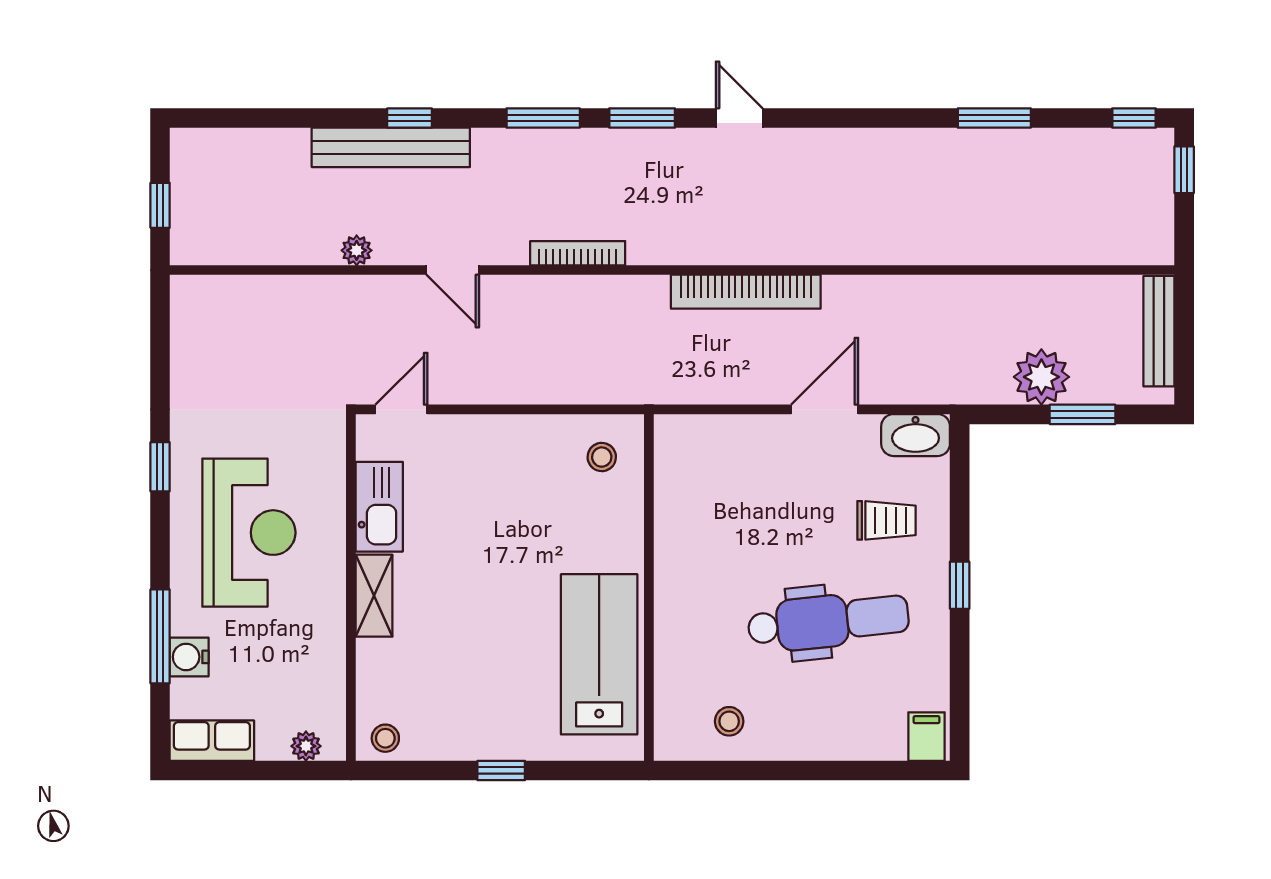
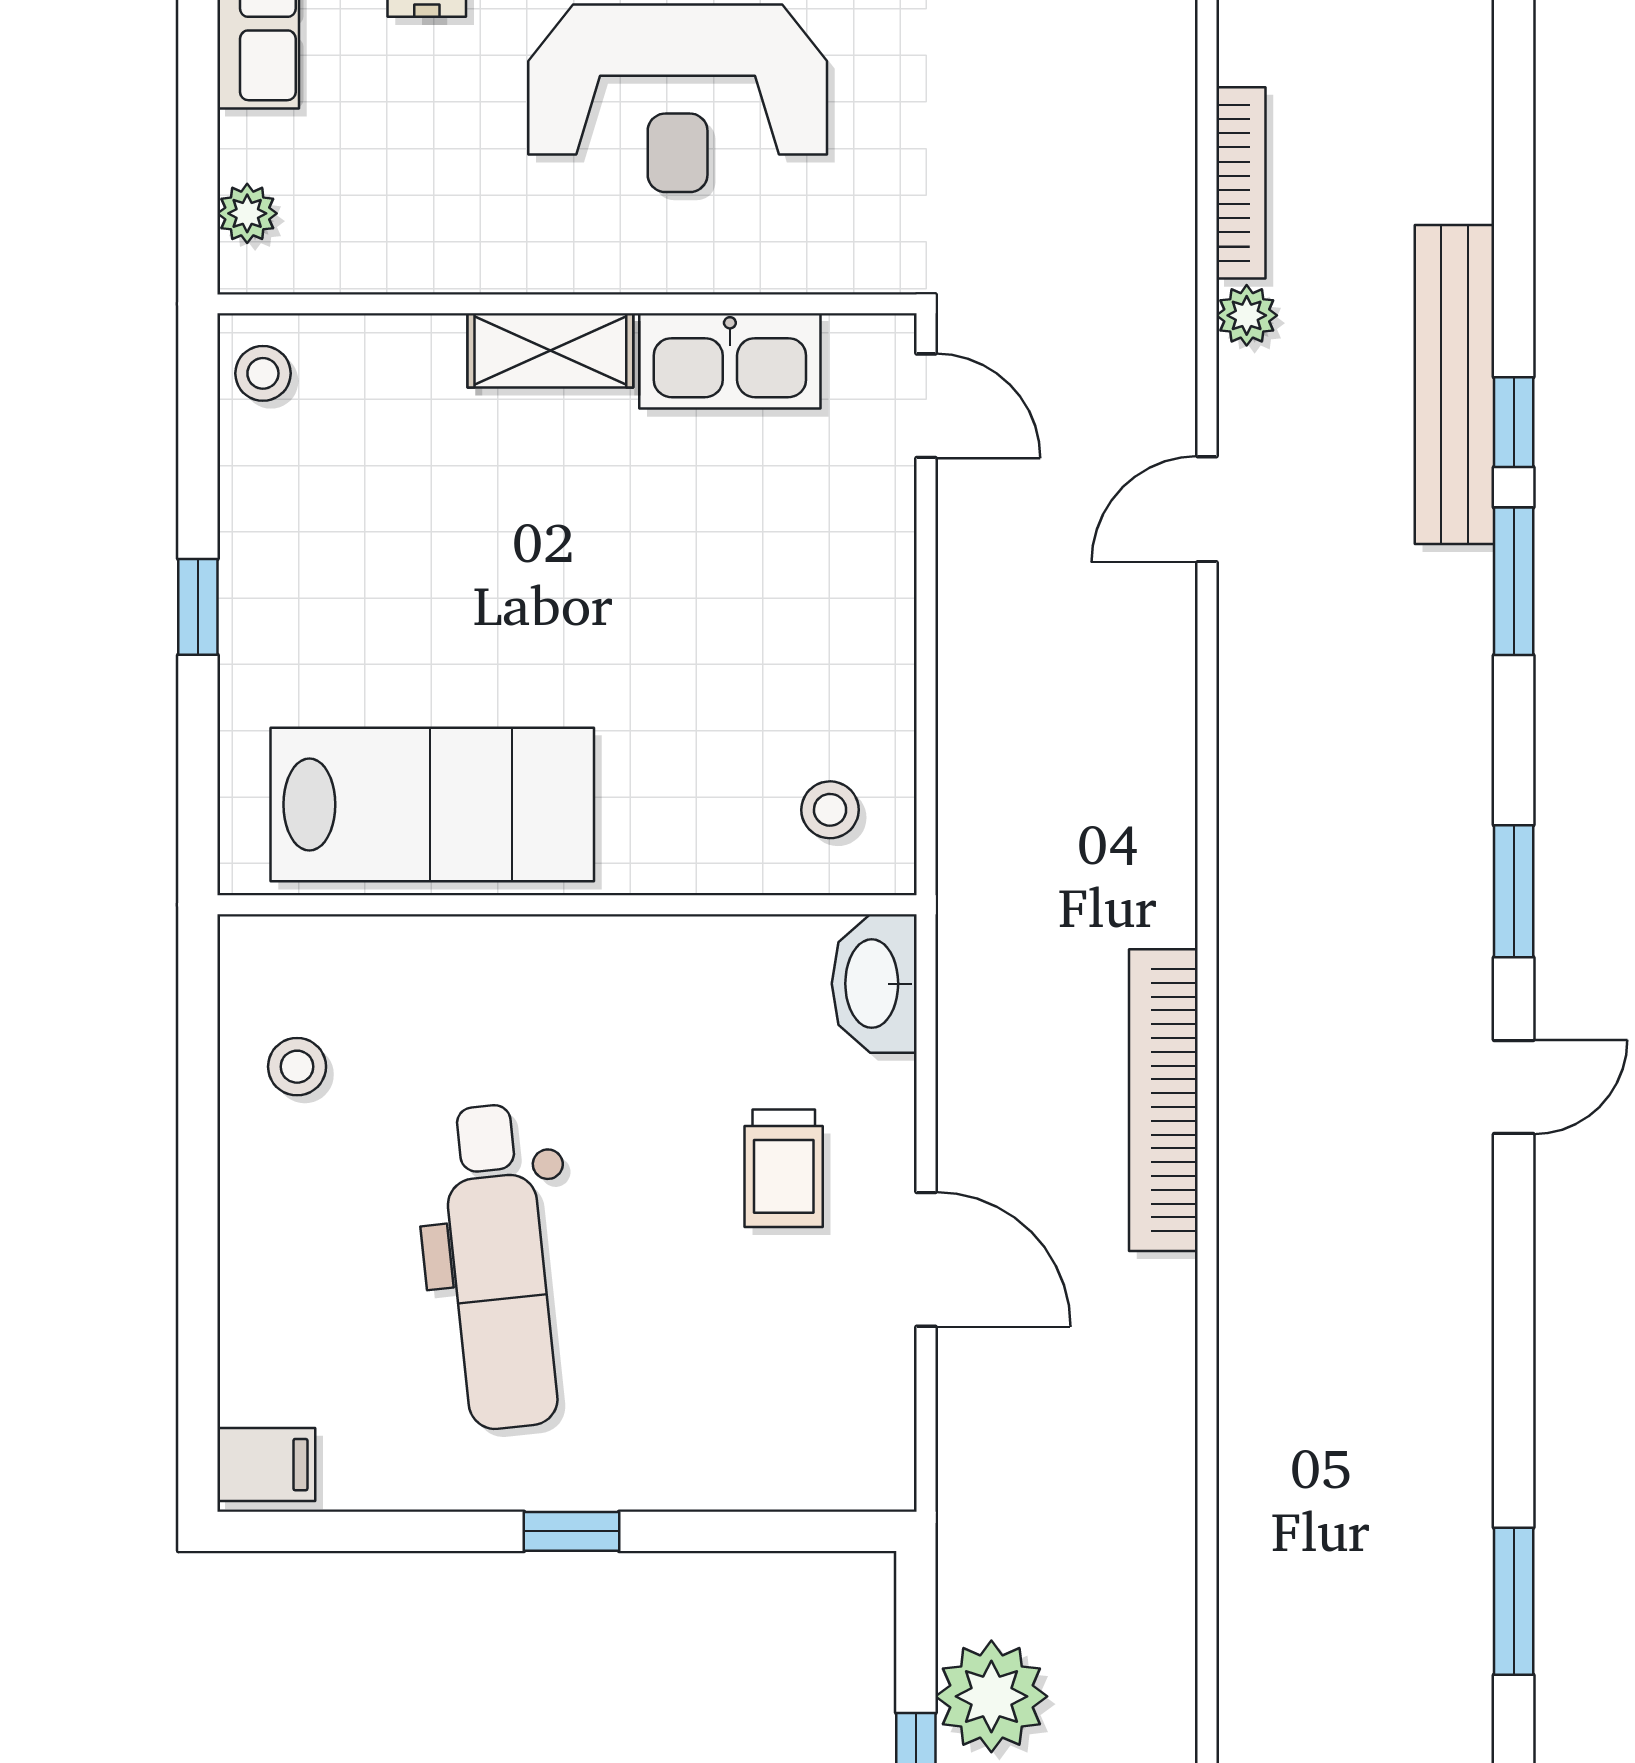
window: (543, 118) -> (1514, 581), moved
bookcase: (578, 253) -> (1241, 183), moved
washbasin: (916, 435) -> (874, 984), moved
trolley: (886, 520) -> (784, 1168), moved

